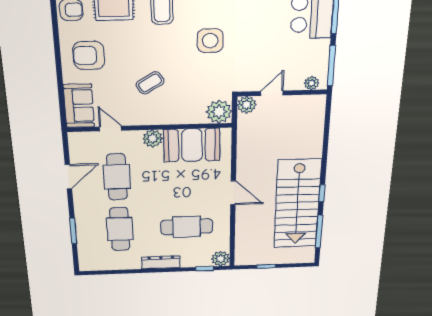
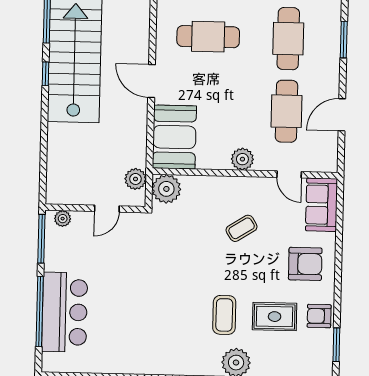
side table: (210, 41) -> (174, 275), removed
plant: (247, 105) -> (135, 179), moved
booth: (192, 145) -> (174, 137), moved, turned 90

